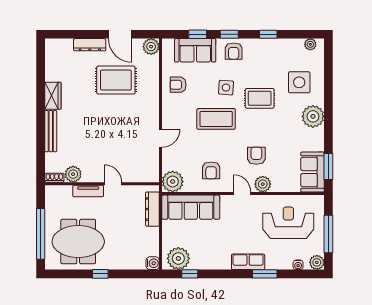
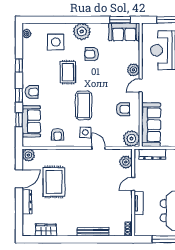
side table: (226, 88) -> (85, 132), moved
wardrobe: (53, 96) -> (46, 230), moved
armchair: (256, 156) -> (92, 54), moved
plant: (73, 174) -> (126, 162), moved

